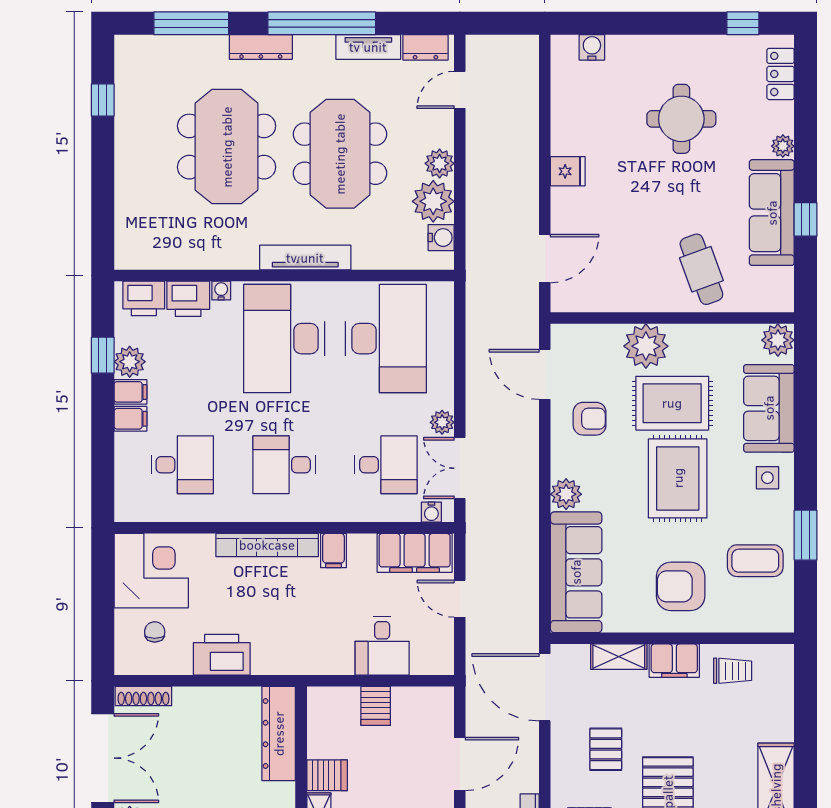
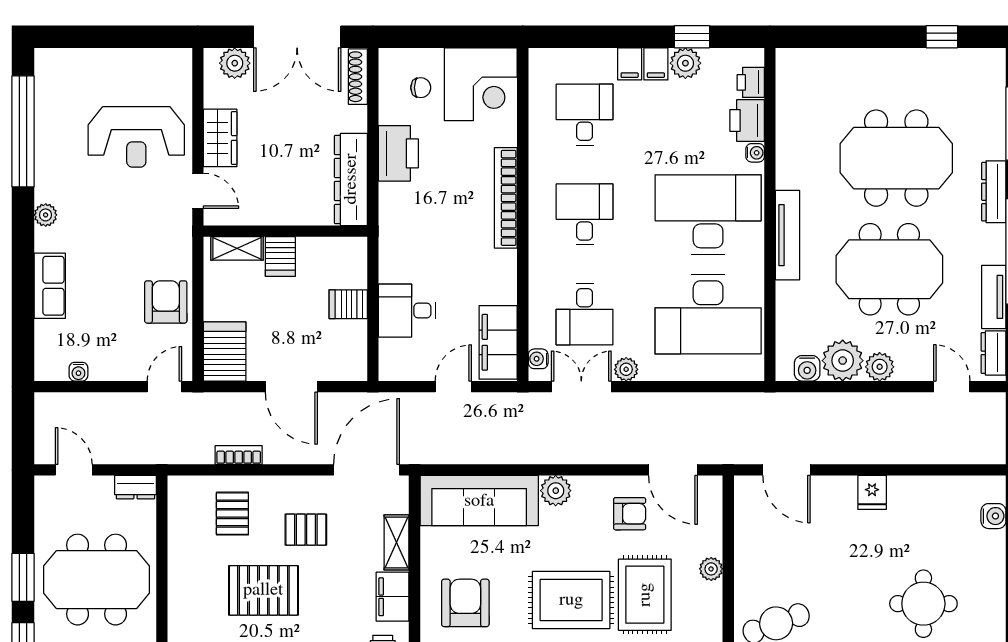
printer: (144, 298) -> (751, 82), width x0.73, depth x0.81
plant: (646, 346) -> (711, 569), width x0.53, depth x0.53
door: (545, 374) -> (673, 470), swing flipped
armchair: (590, 419) -> (630, 514), turned -90
desk: (182, 465) -> (585, 115), turned 180
filing cabinet: (333, 551) -> (500, 263), removed
dresser: (279, 734) -> (351, 179), moved, turned -90

